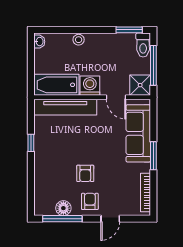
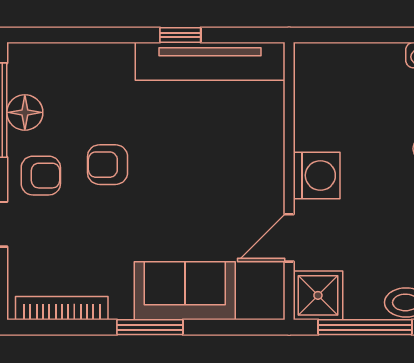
bathtub: (56, 85) -> (319, 96), removed
tv unit: (65, 107) -> (210, 61), moved, turned -90
sofa: (138, 133) -> (185, 291), width x0.73

